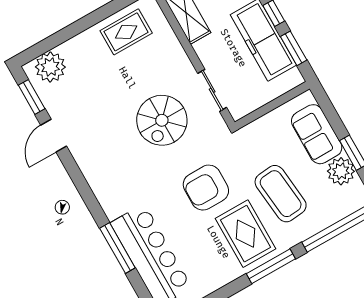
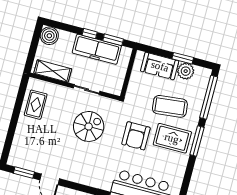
plant: (50, 67) -> (19, 152), removed
sliding door: (212, 90) -> (87, 90), moved
spiral stairs: (162, 120) -> (89, 126), turned -90

